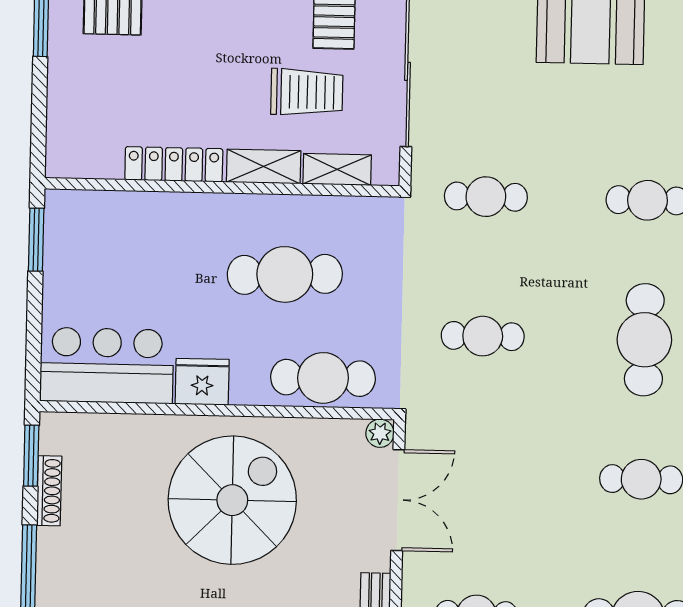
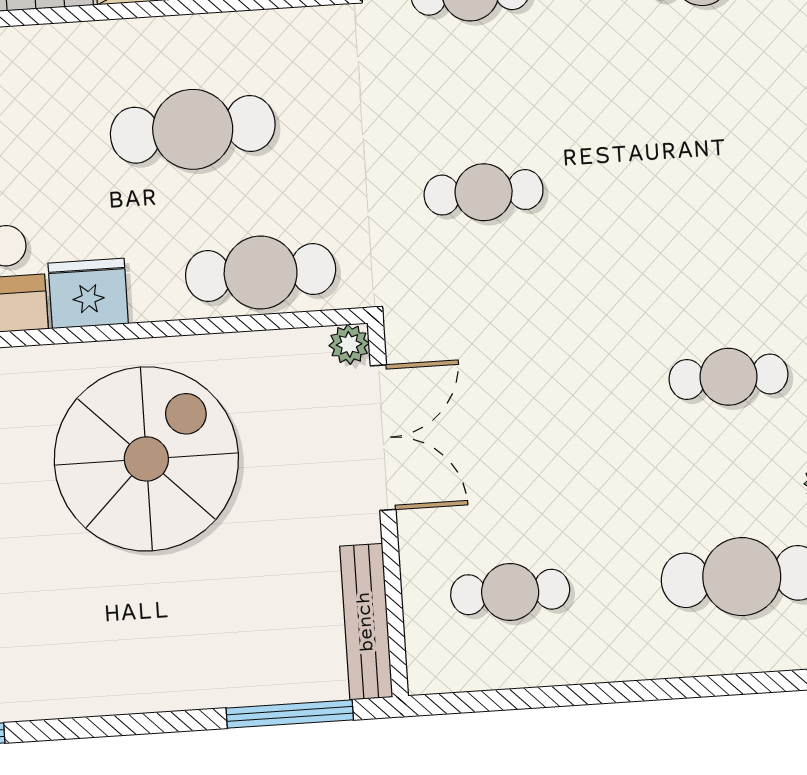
cafe table: (644, 340) -> (715, 177), removed

